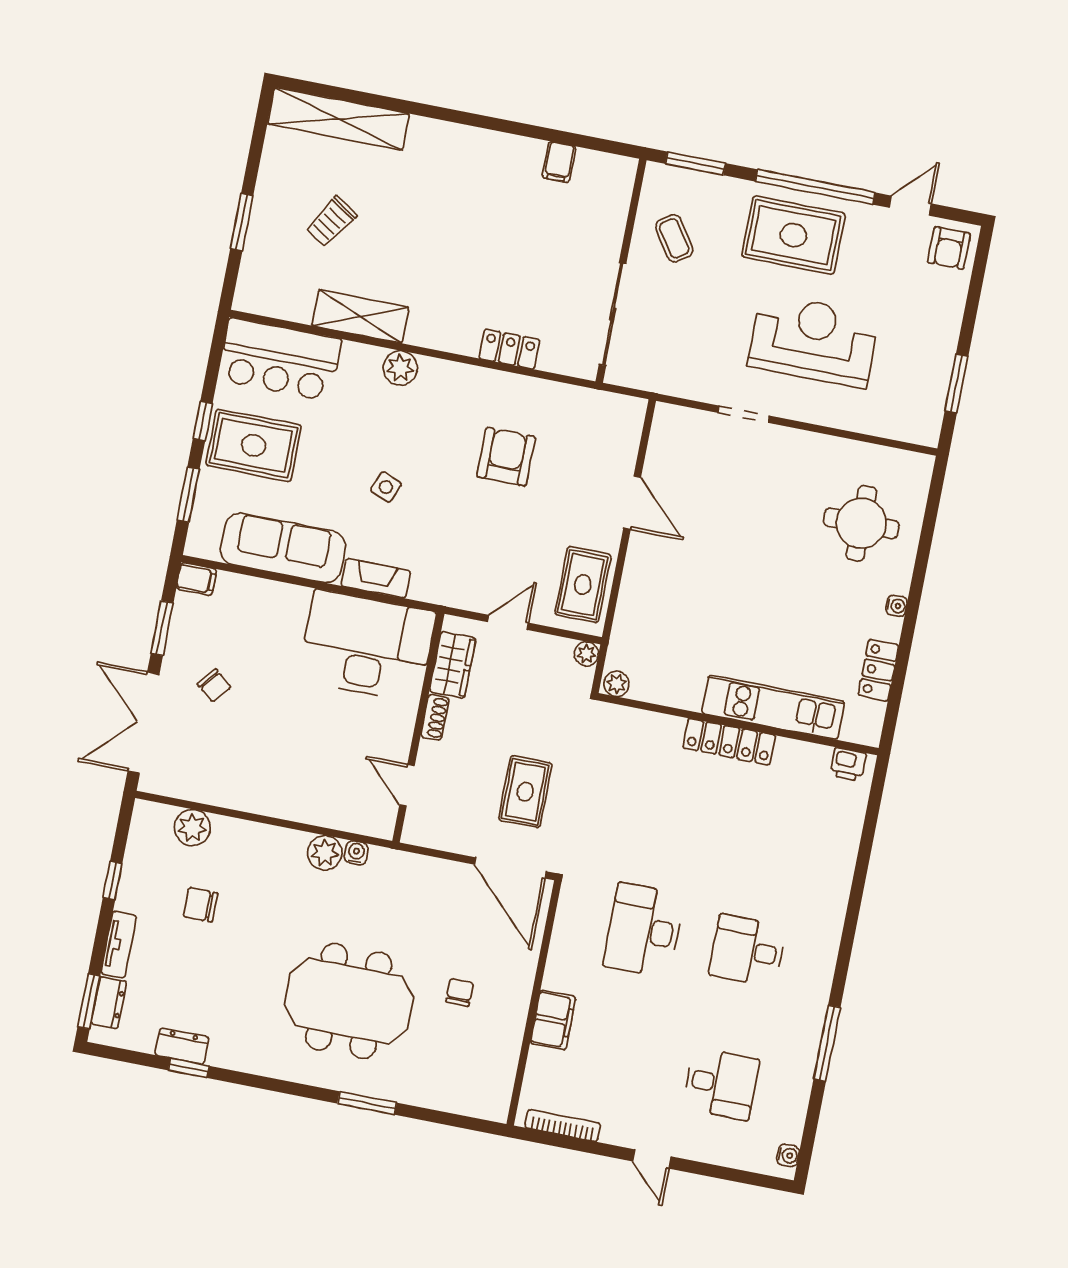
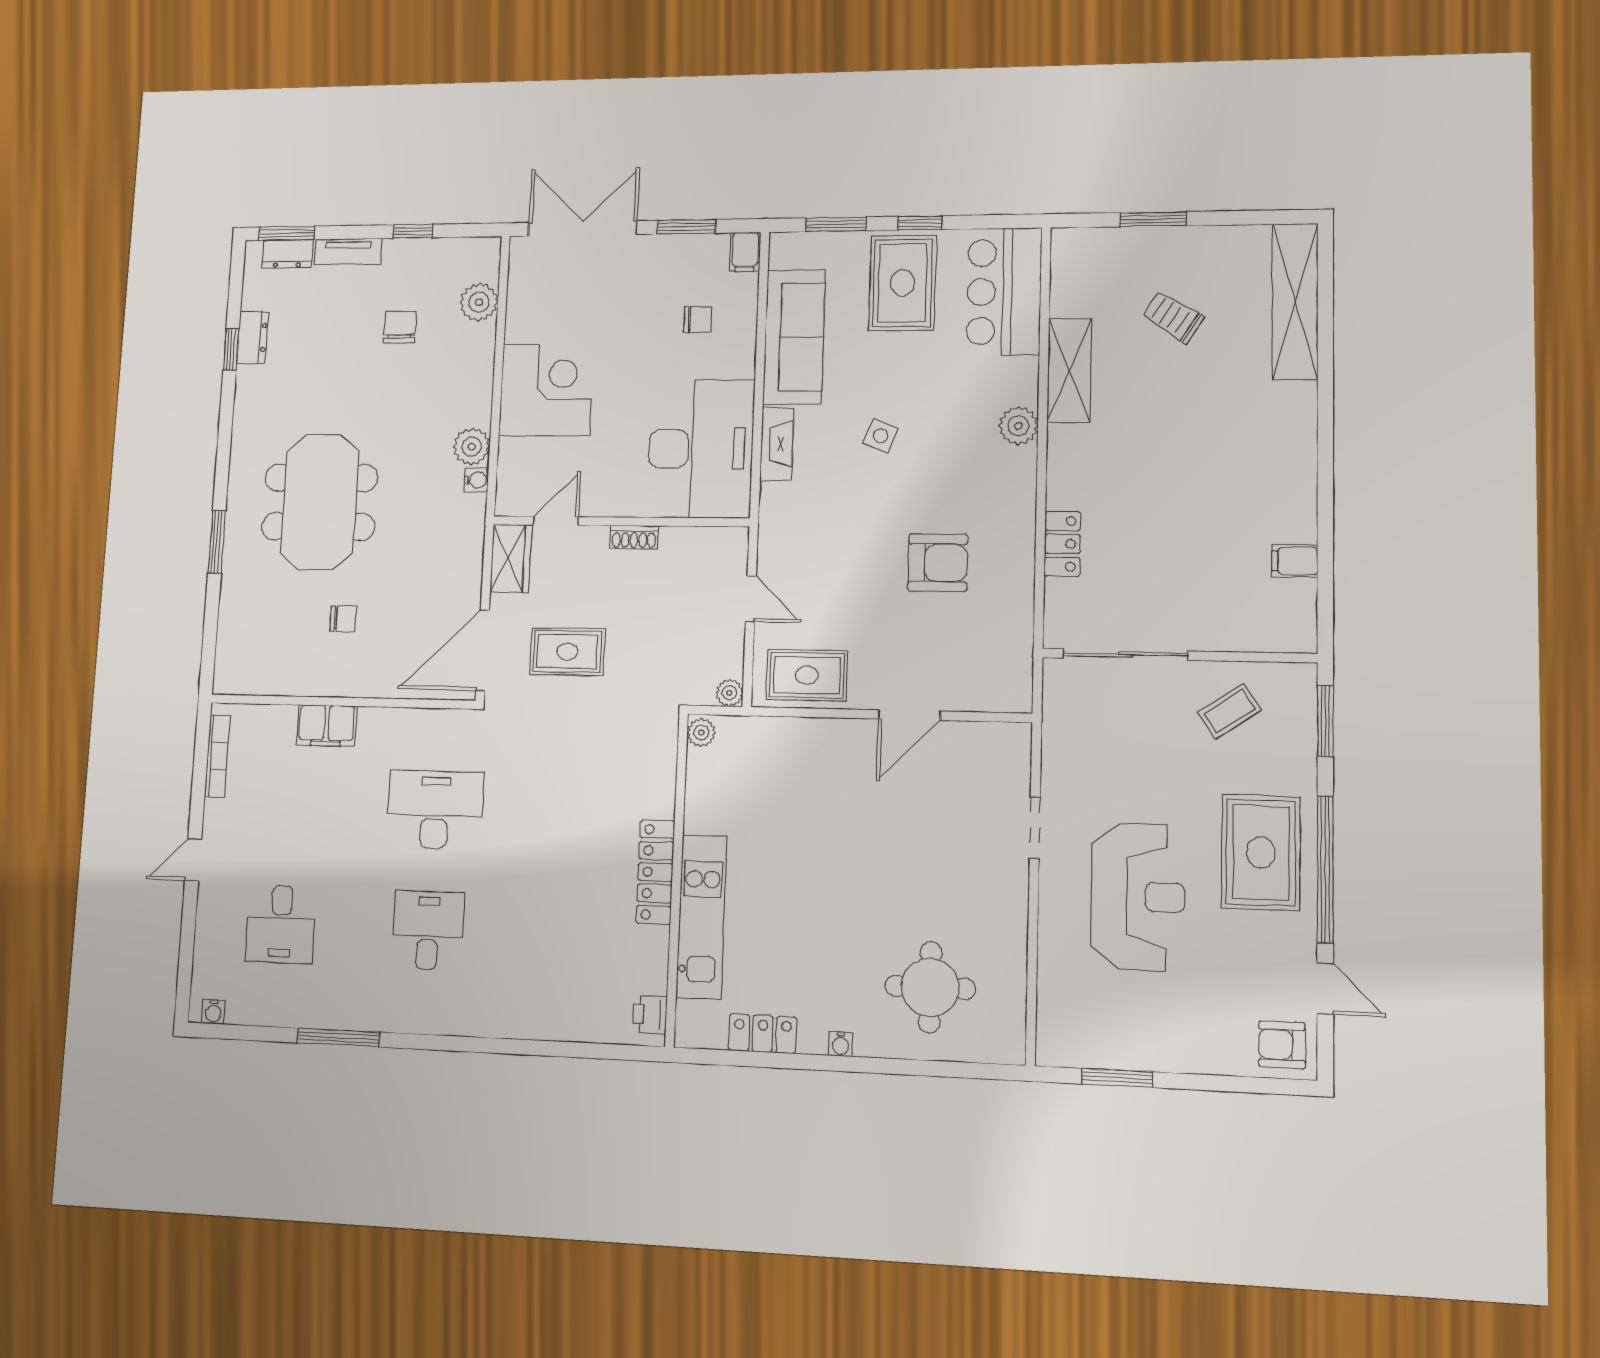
wardrobe: (453, 665) -> (511, 558), moved, turned -90
chair: (214, 685) -> (697, 320), moved, turned -129
corner desk: (286, 777) -> (546, 390), added

